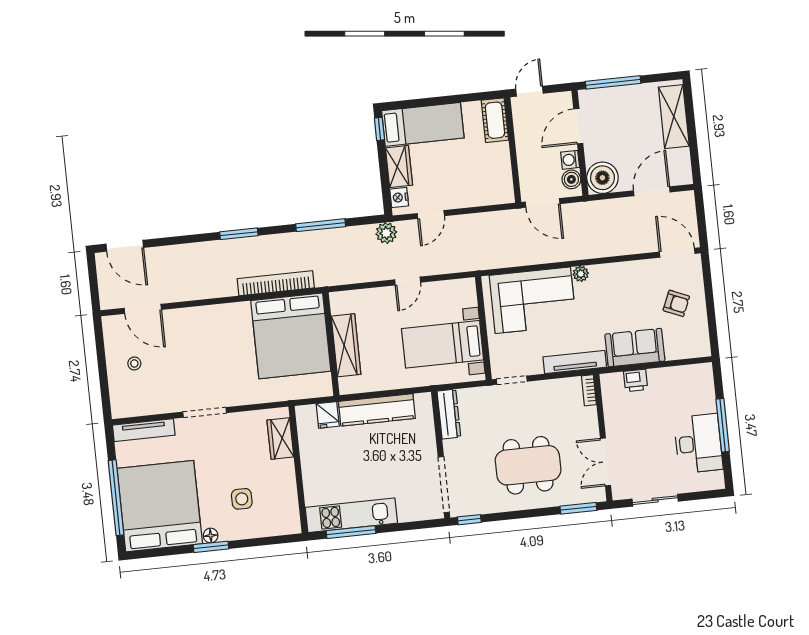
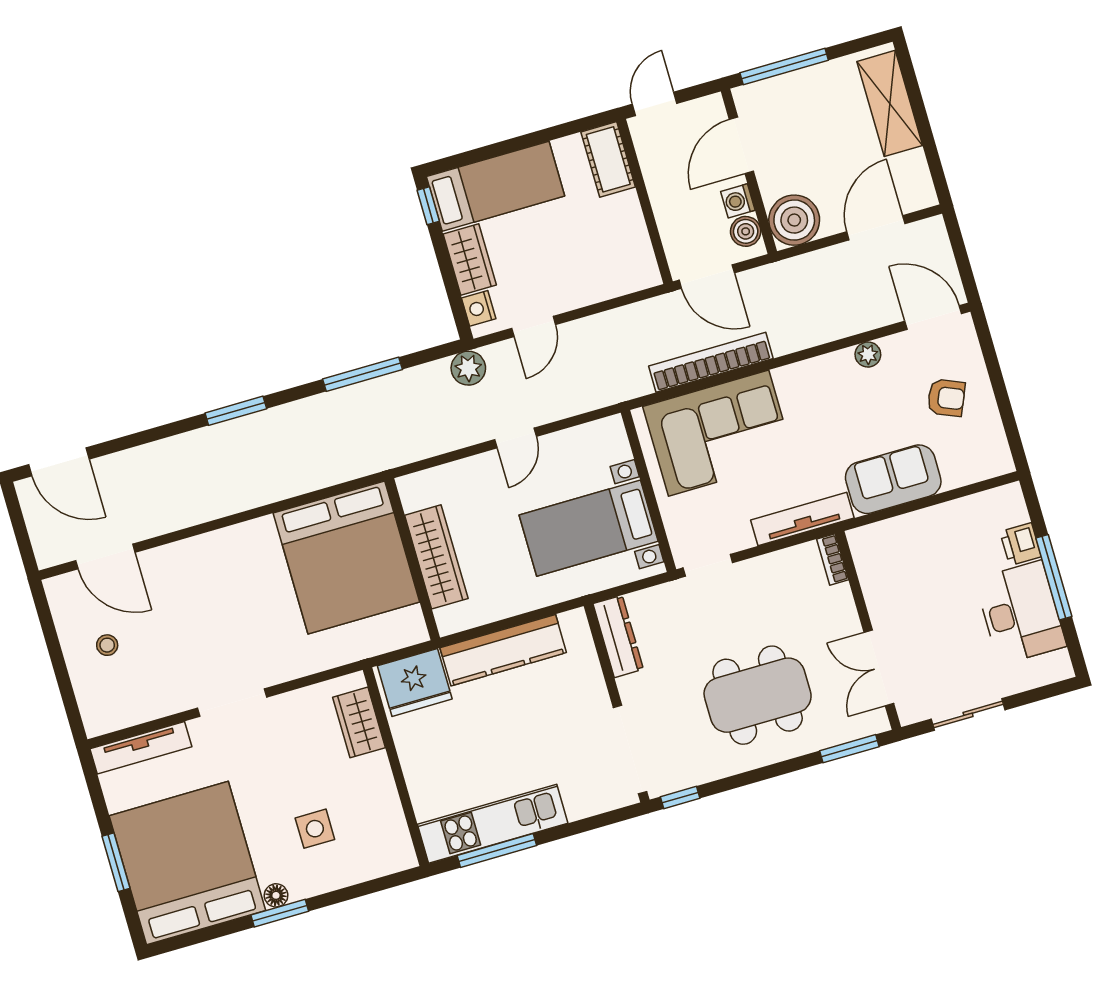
plant: (581, 274) -> (868, 355), moved
bookcase: (276, 283) -> (711, 362), moved
printer: (636, 380) -> (1021, 544), moved, turned 90
fridge: (328, 415) -> (415, 682), width x1.88, depth x1.34
window: (116, 498) -> (116, 862), width x0.47

